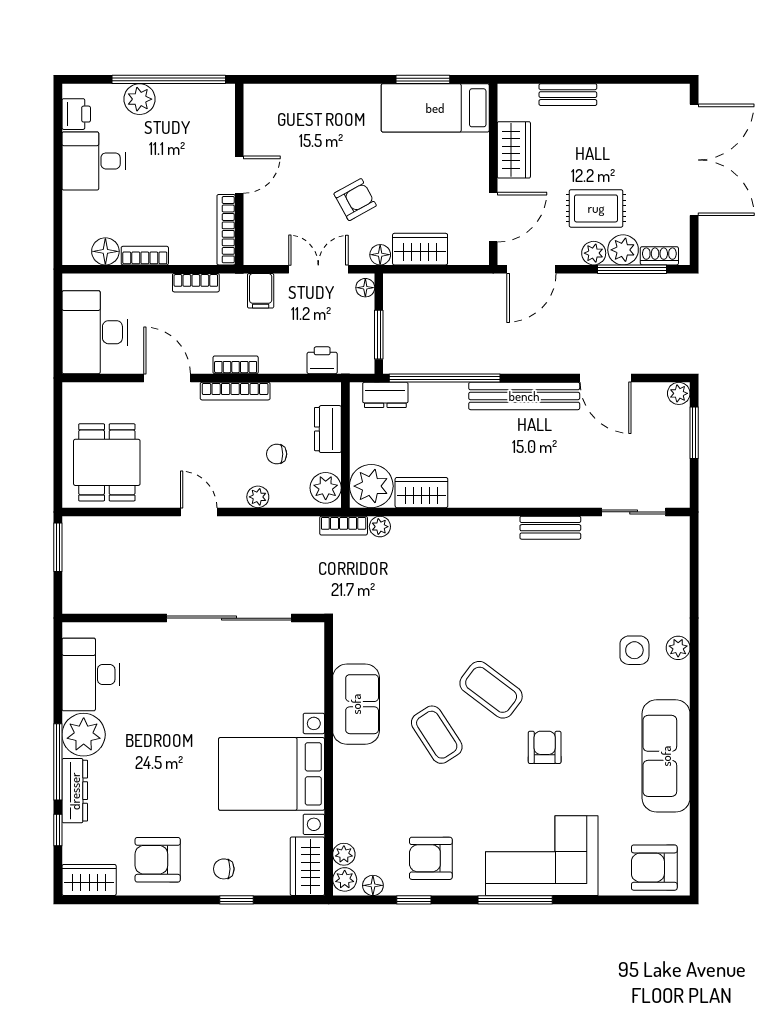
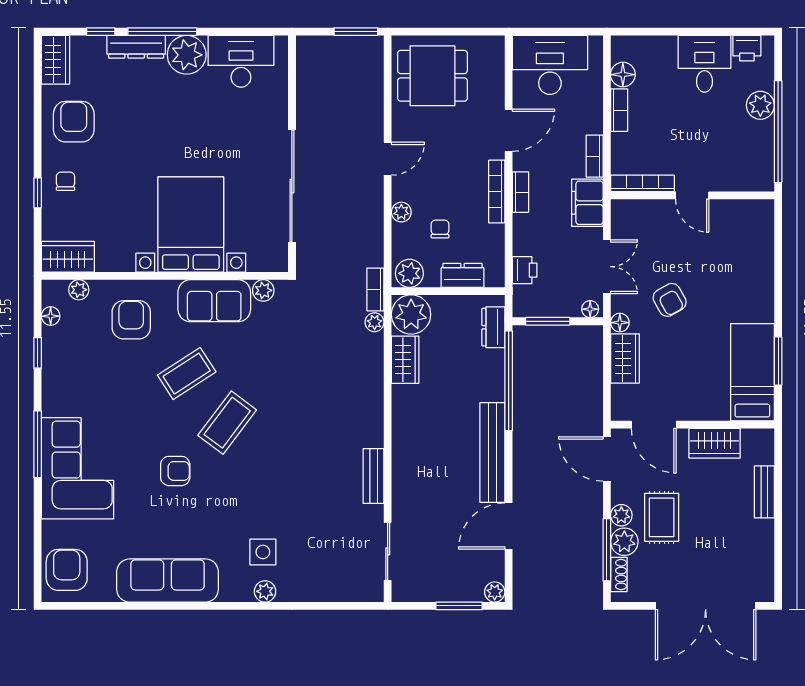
filing cabinet: (261, 291) -> (587, 203), width x2.00
bed with nightstands: (272, 774) -> (191, 224), moved
armchair: (431, 858) -> (131, 320), moved
plant: (345, 879) -> (263, 290), moved

